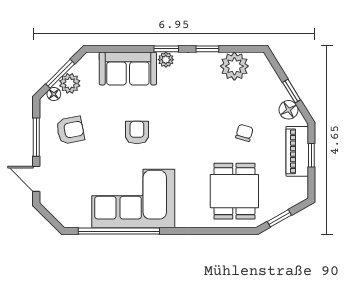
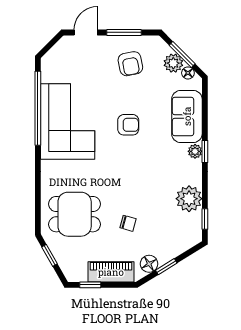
window: (207, 49) -> (205, 219), moved
plant: (234, 66) -> (189, 199), moved
floor lamp: (54, 94) -> (188, 73), moved
window: (311, 155) -> (90, 285), moved

